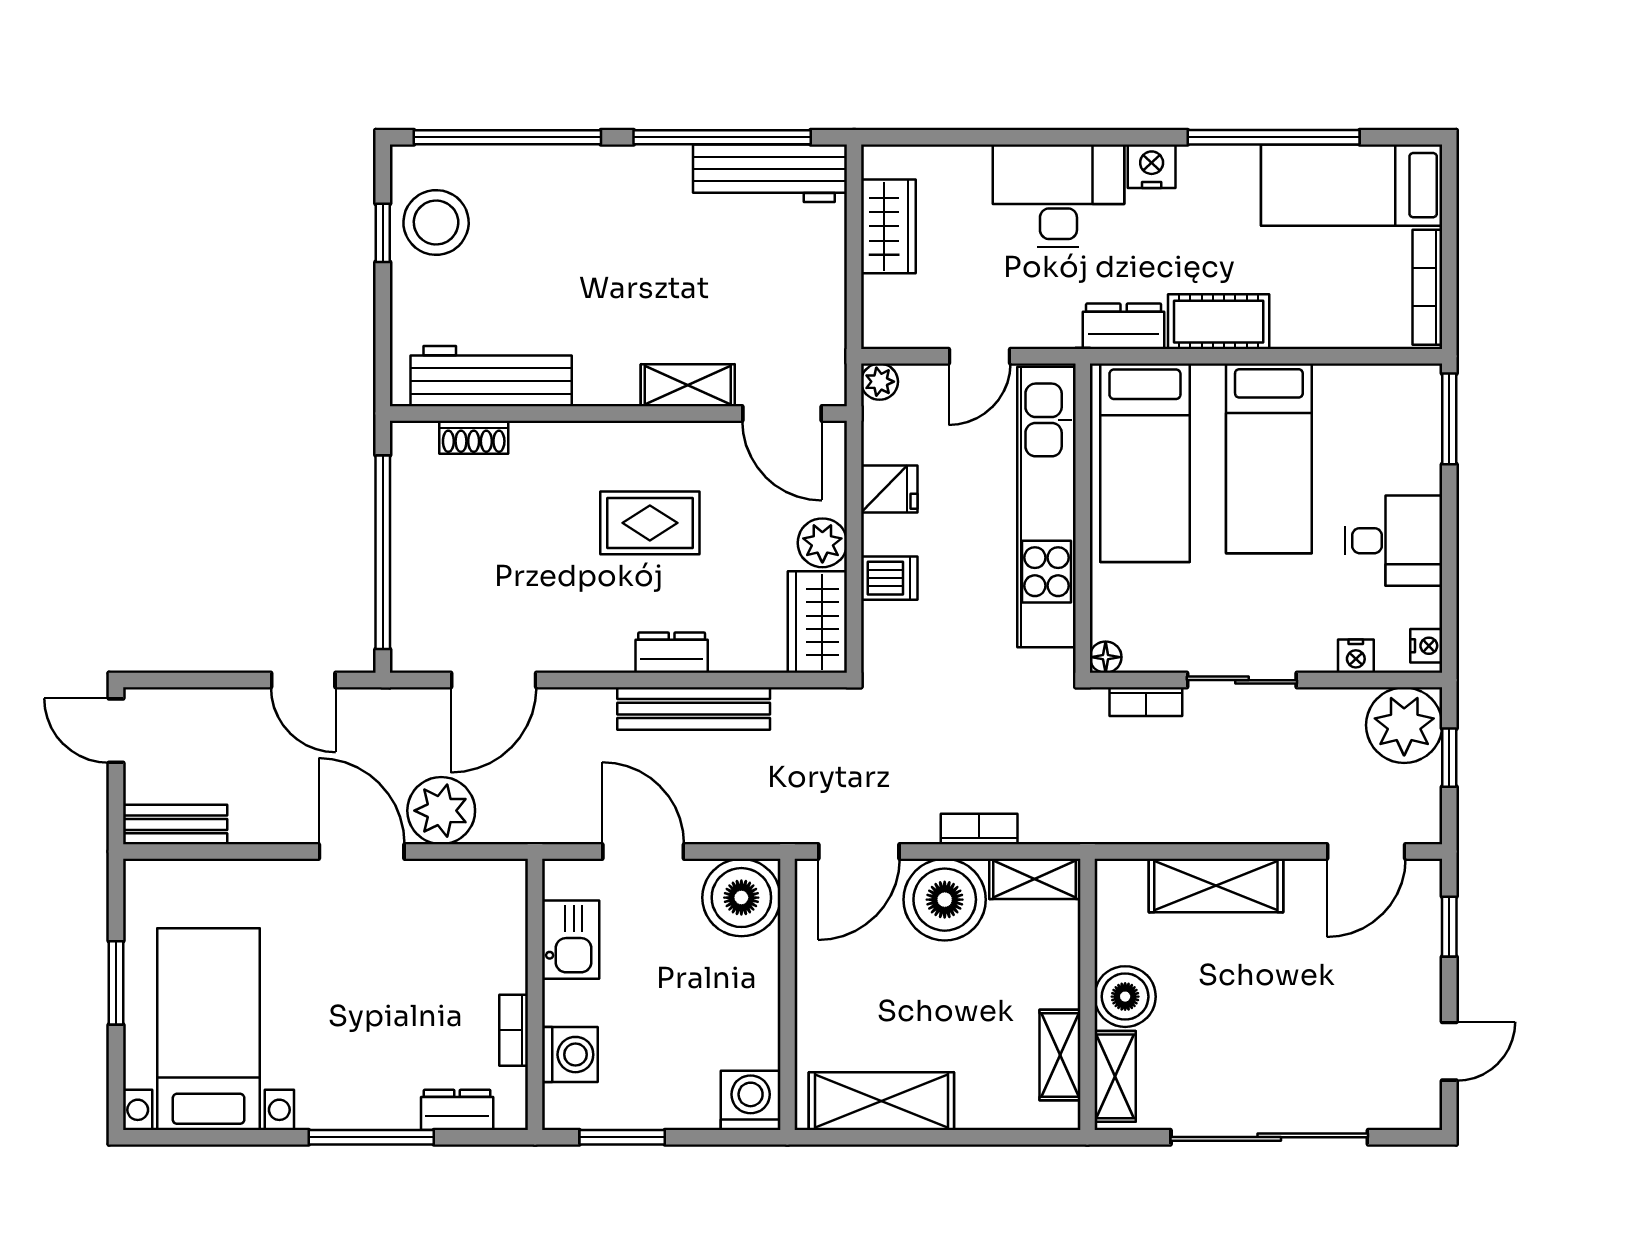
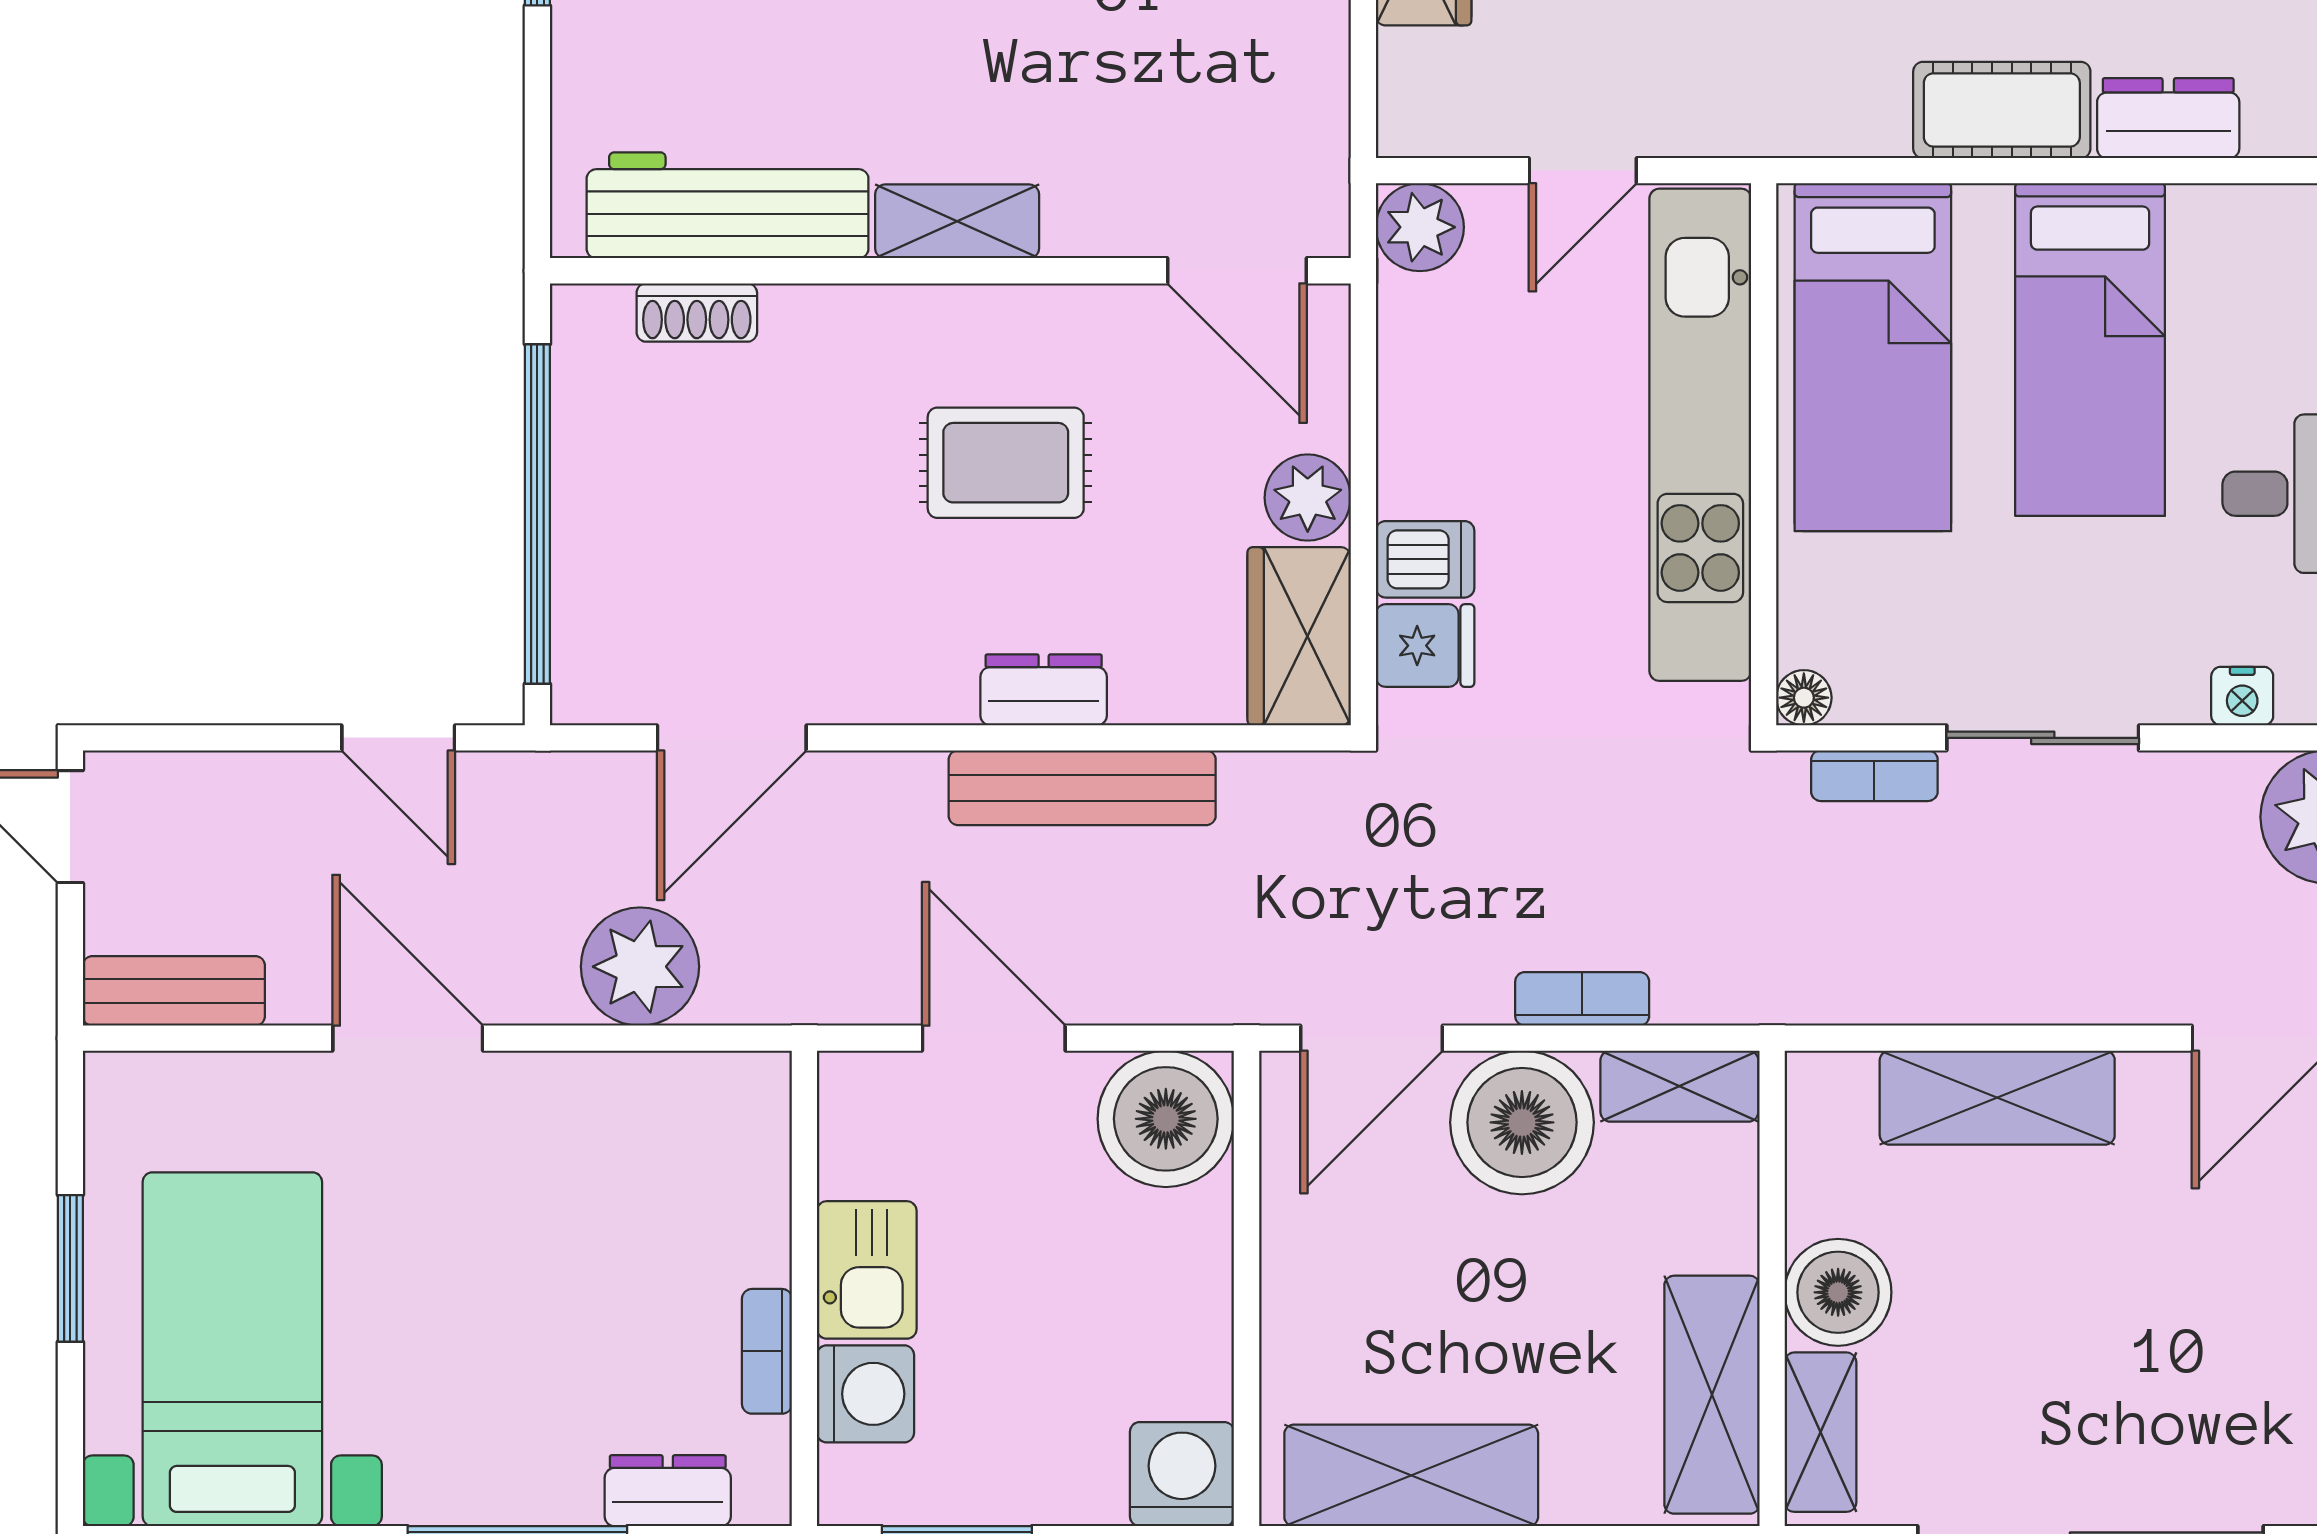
dresser: (1124, 326) -> (2168, 118), moved
plant: (880, 382) -> (1420, 227), width x1.38, depth x1.38
shelving: (688, 385) -> (957, 221), moved
fridge: (889, 489) -> (1425, 646), moved
door: (362, 851) -> (408, 1038), moved
kitchen sink: (571, 940) -> (867, 1270), moved
shelving: (1060, 1055) -> (1712, 1395), width x1.50, depth x1.33

